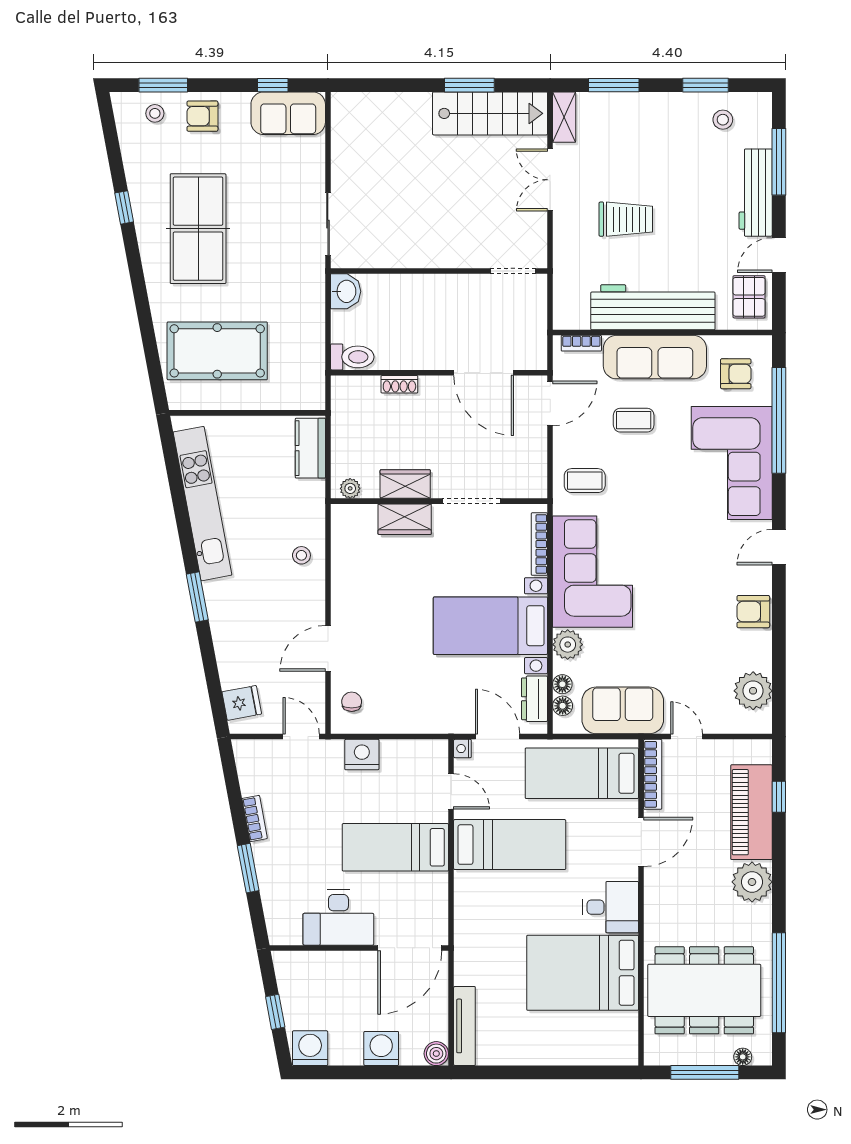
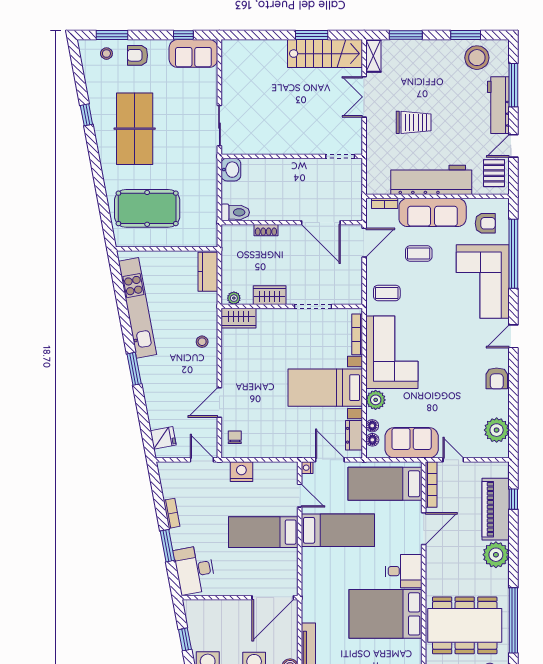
stool: (723, 120) -> (477, 58), width x1.89, depth x1.89
wardrobe: (405, 519) -> (238, 318), moved
armchair: (753, 612) -> (497, 378), turned -90
desk: (338, 918) -> (195, 570), moved, turned 79

